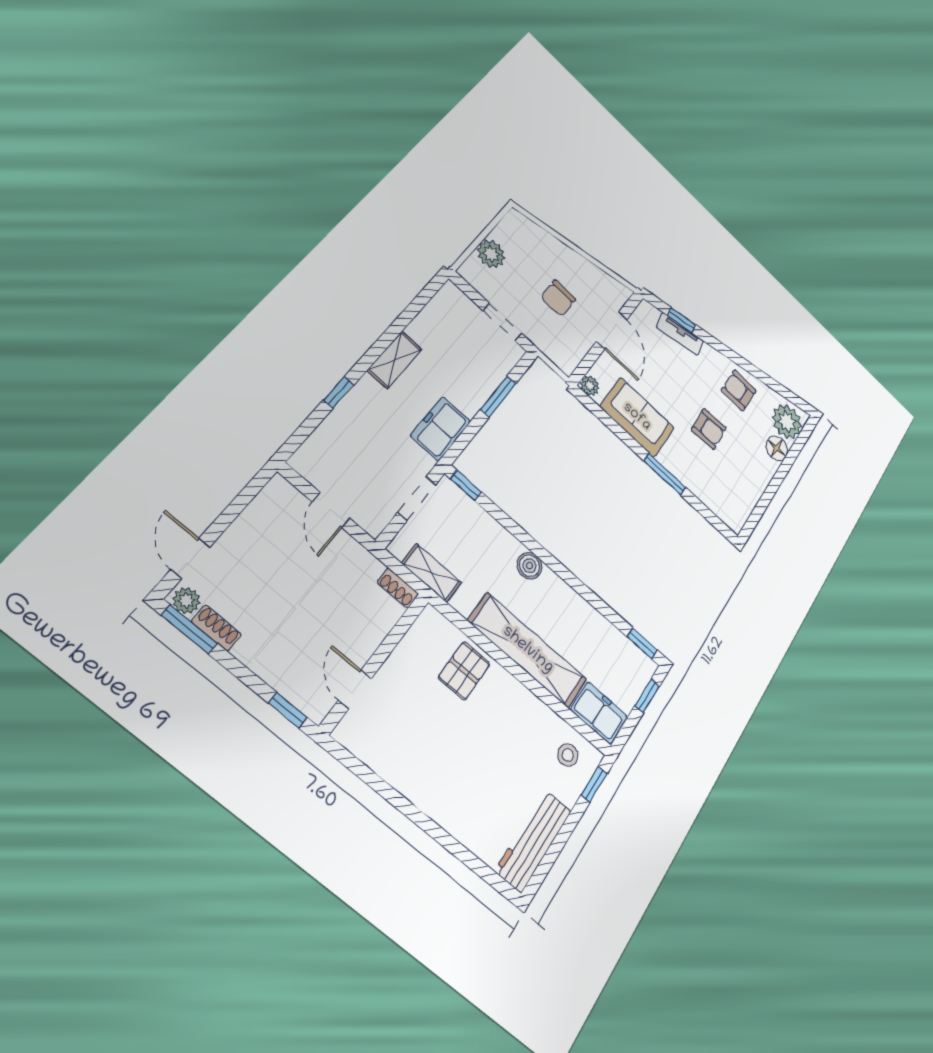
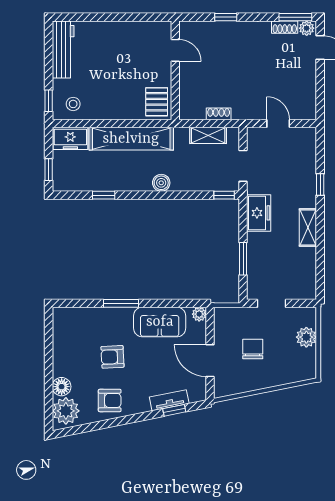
window: (642, 643) -> (104, 195), moved
wall: (375, 662) -> (175, 70), moved
door: (355, 689) -> (175, 50), moved

